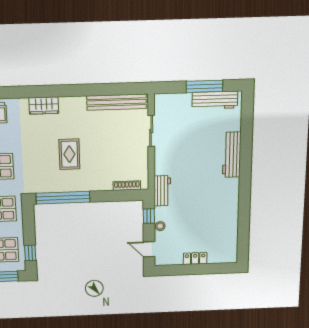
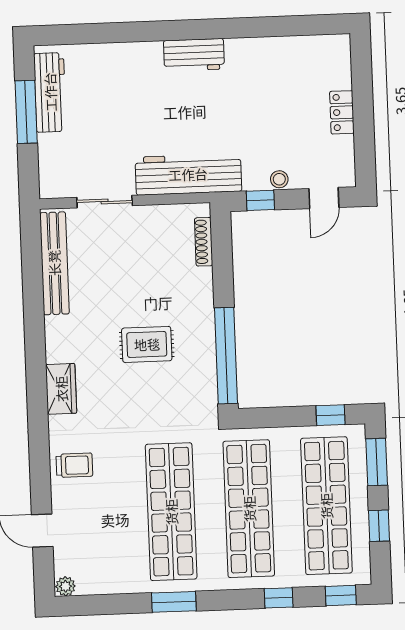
workbench: (232, 155) -> (194, 55), moved, width x0.73
workbench: (162, 191) -> (188, 174), width x1.88, depth x1.32

